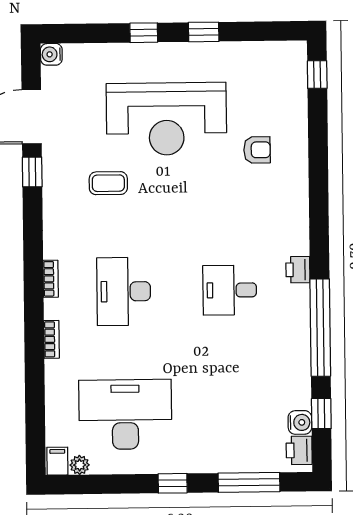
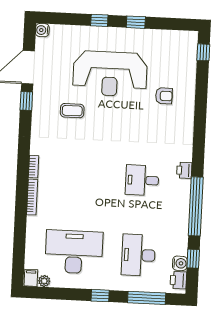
desk: (124, 291) -> (138, 255), moved
bookcase: (52, 339) -> (32, 197), width x1.56

